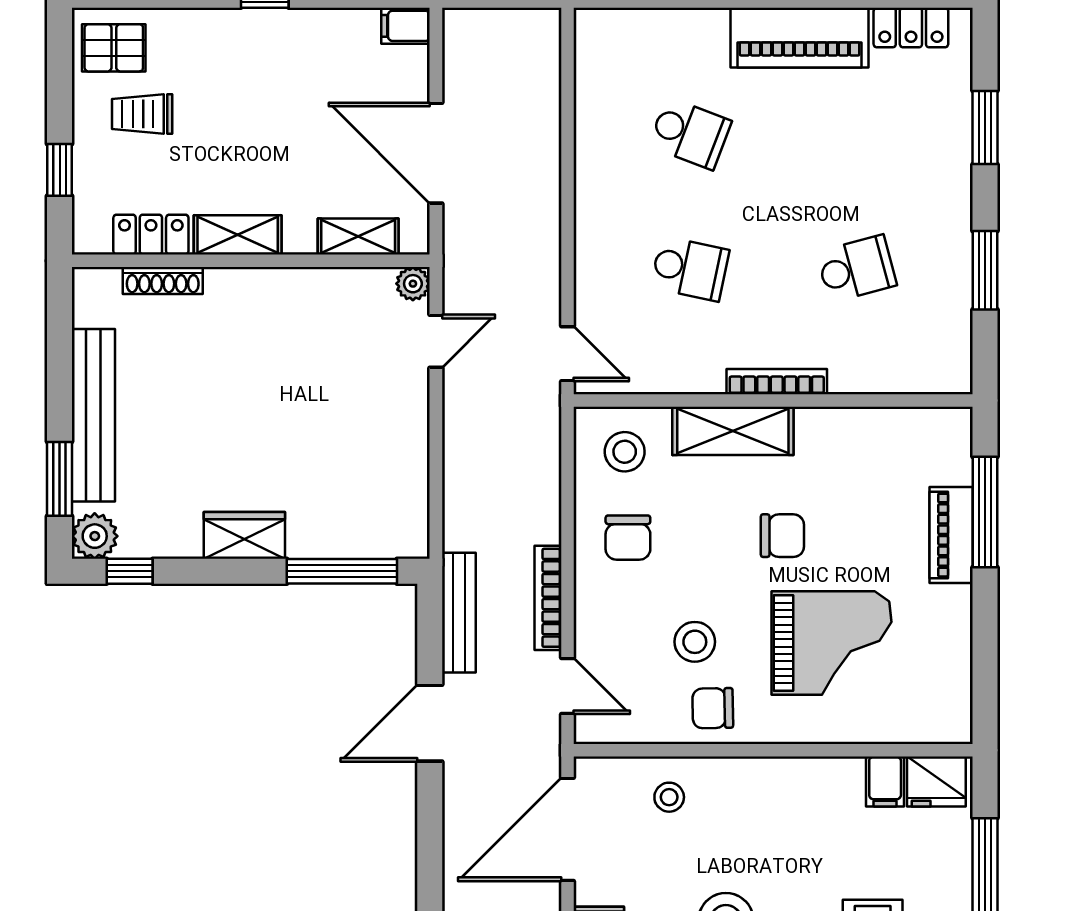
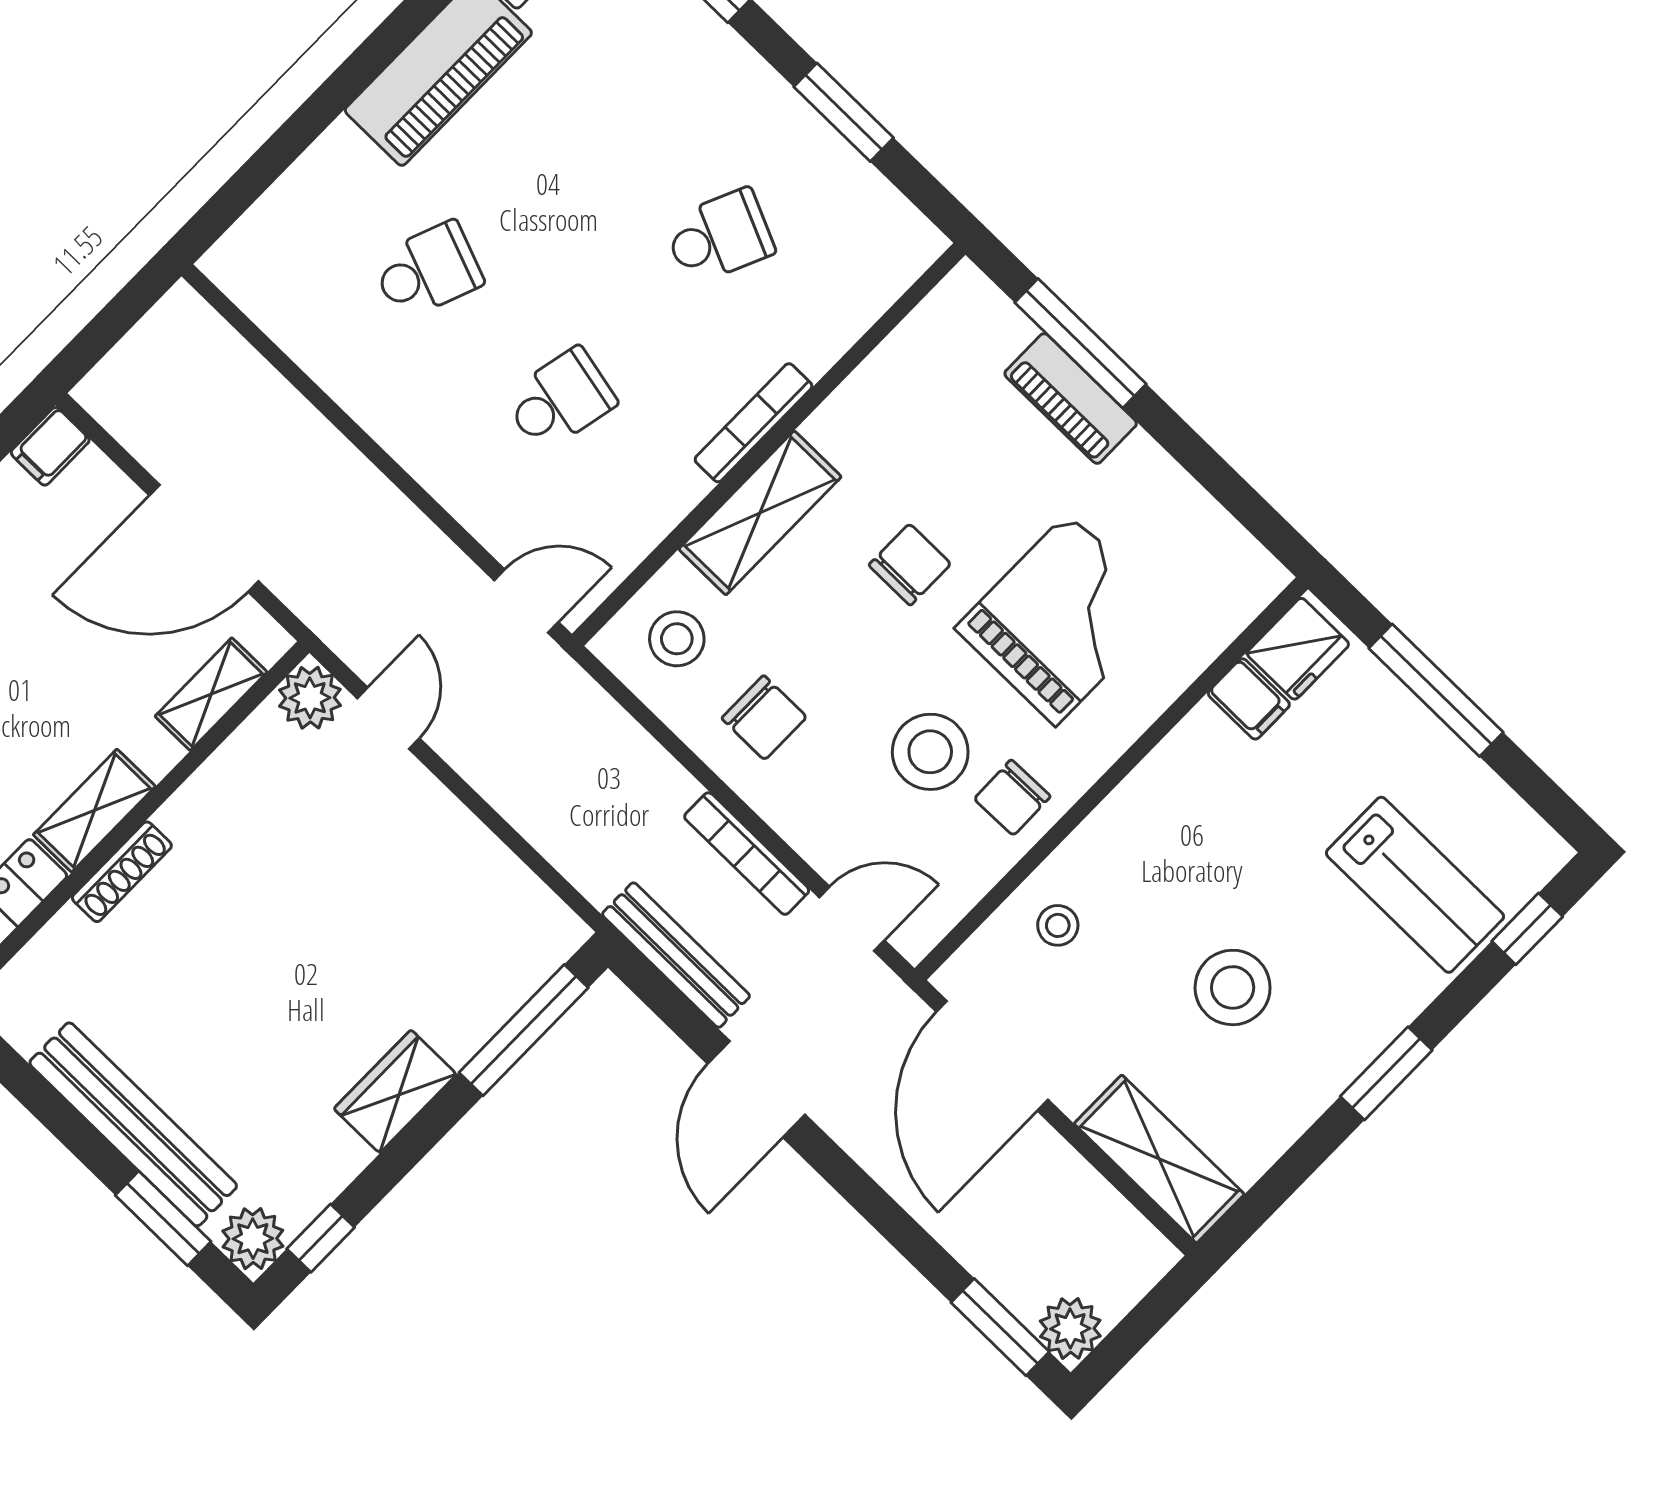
school desk: (857, 269) -> (719, 237), turned 39
shoe rack: (163, 280) -> (122, 872), moved
plant: (413, 284) -> (310, 698), width x1.38, depth x1.38
stool: (695, 642) -> (930, 752), width x1.38, depth x1.38

